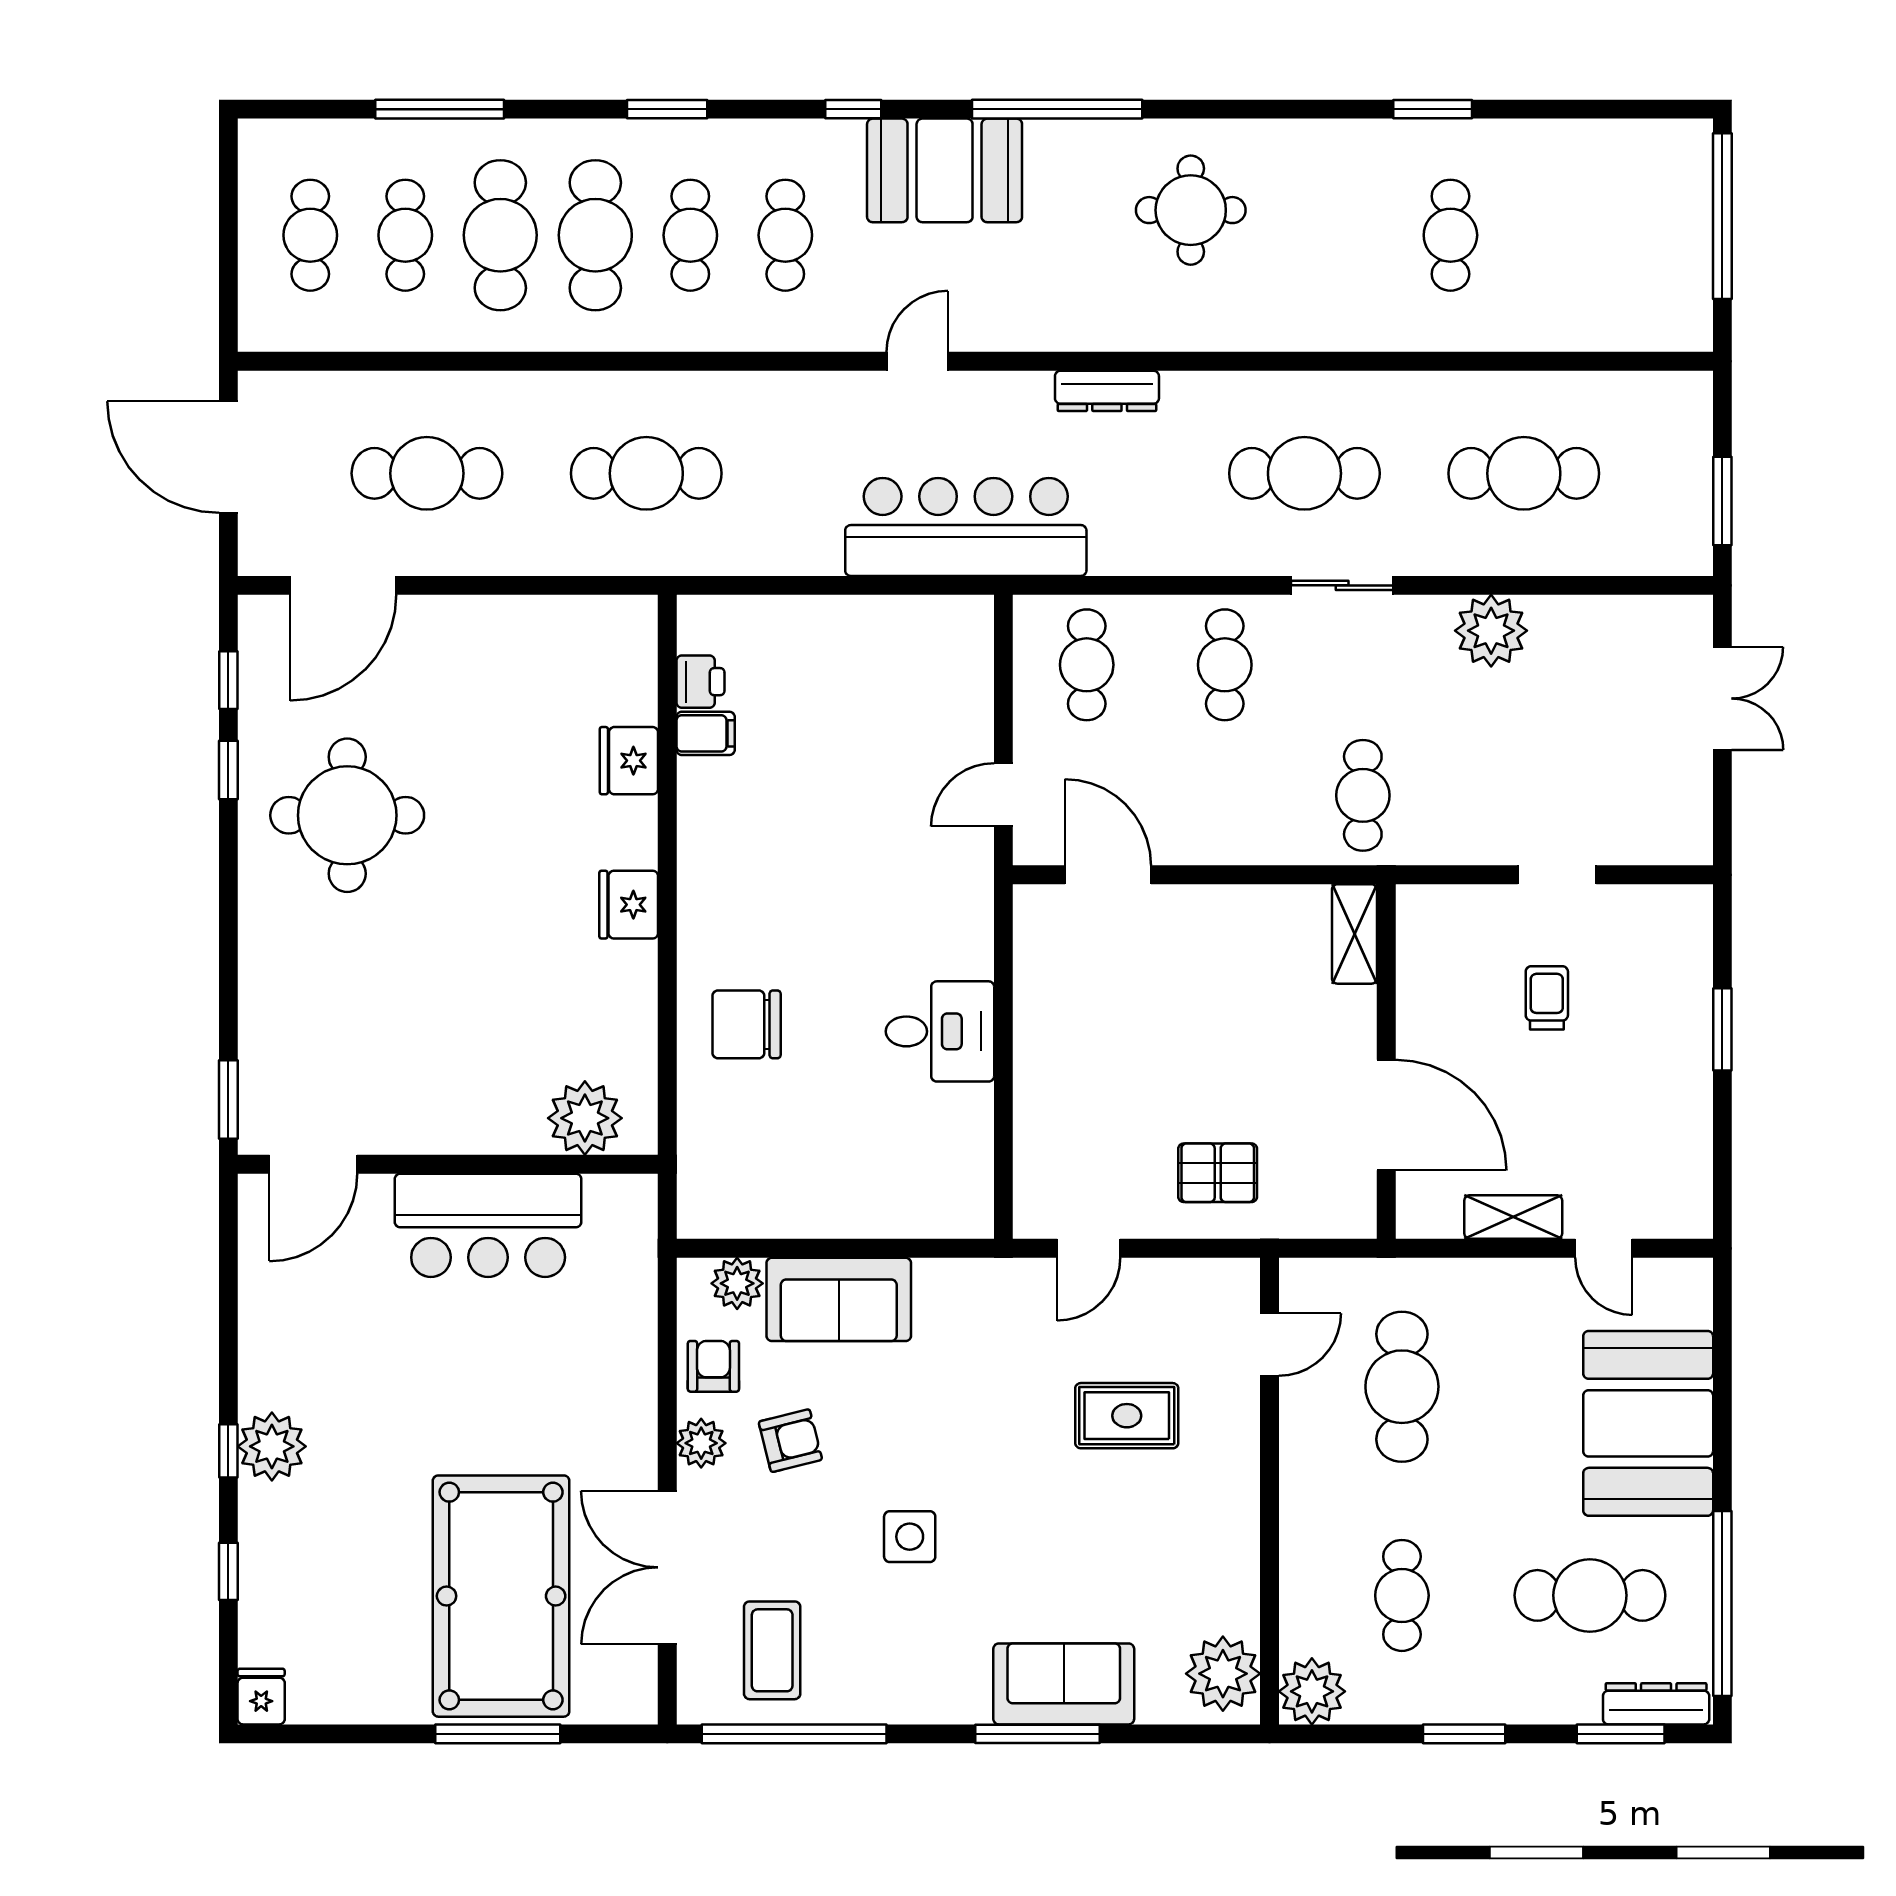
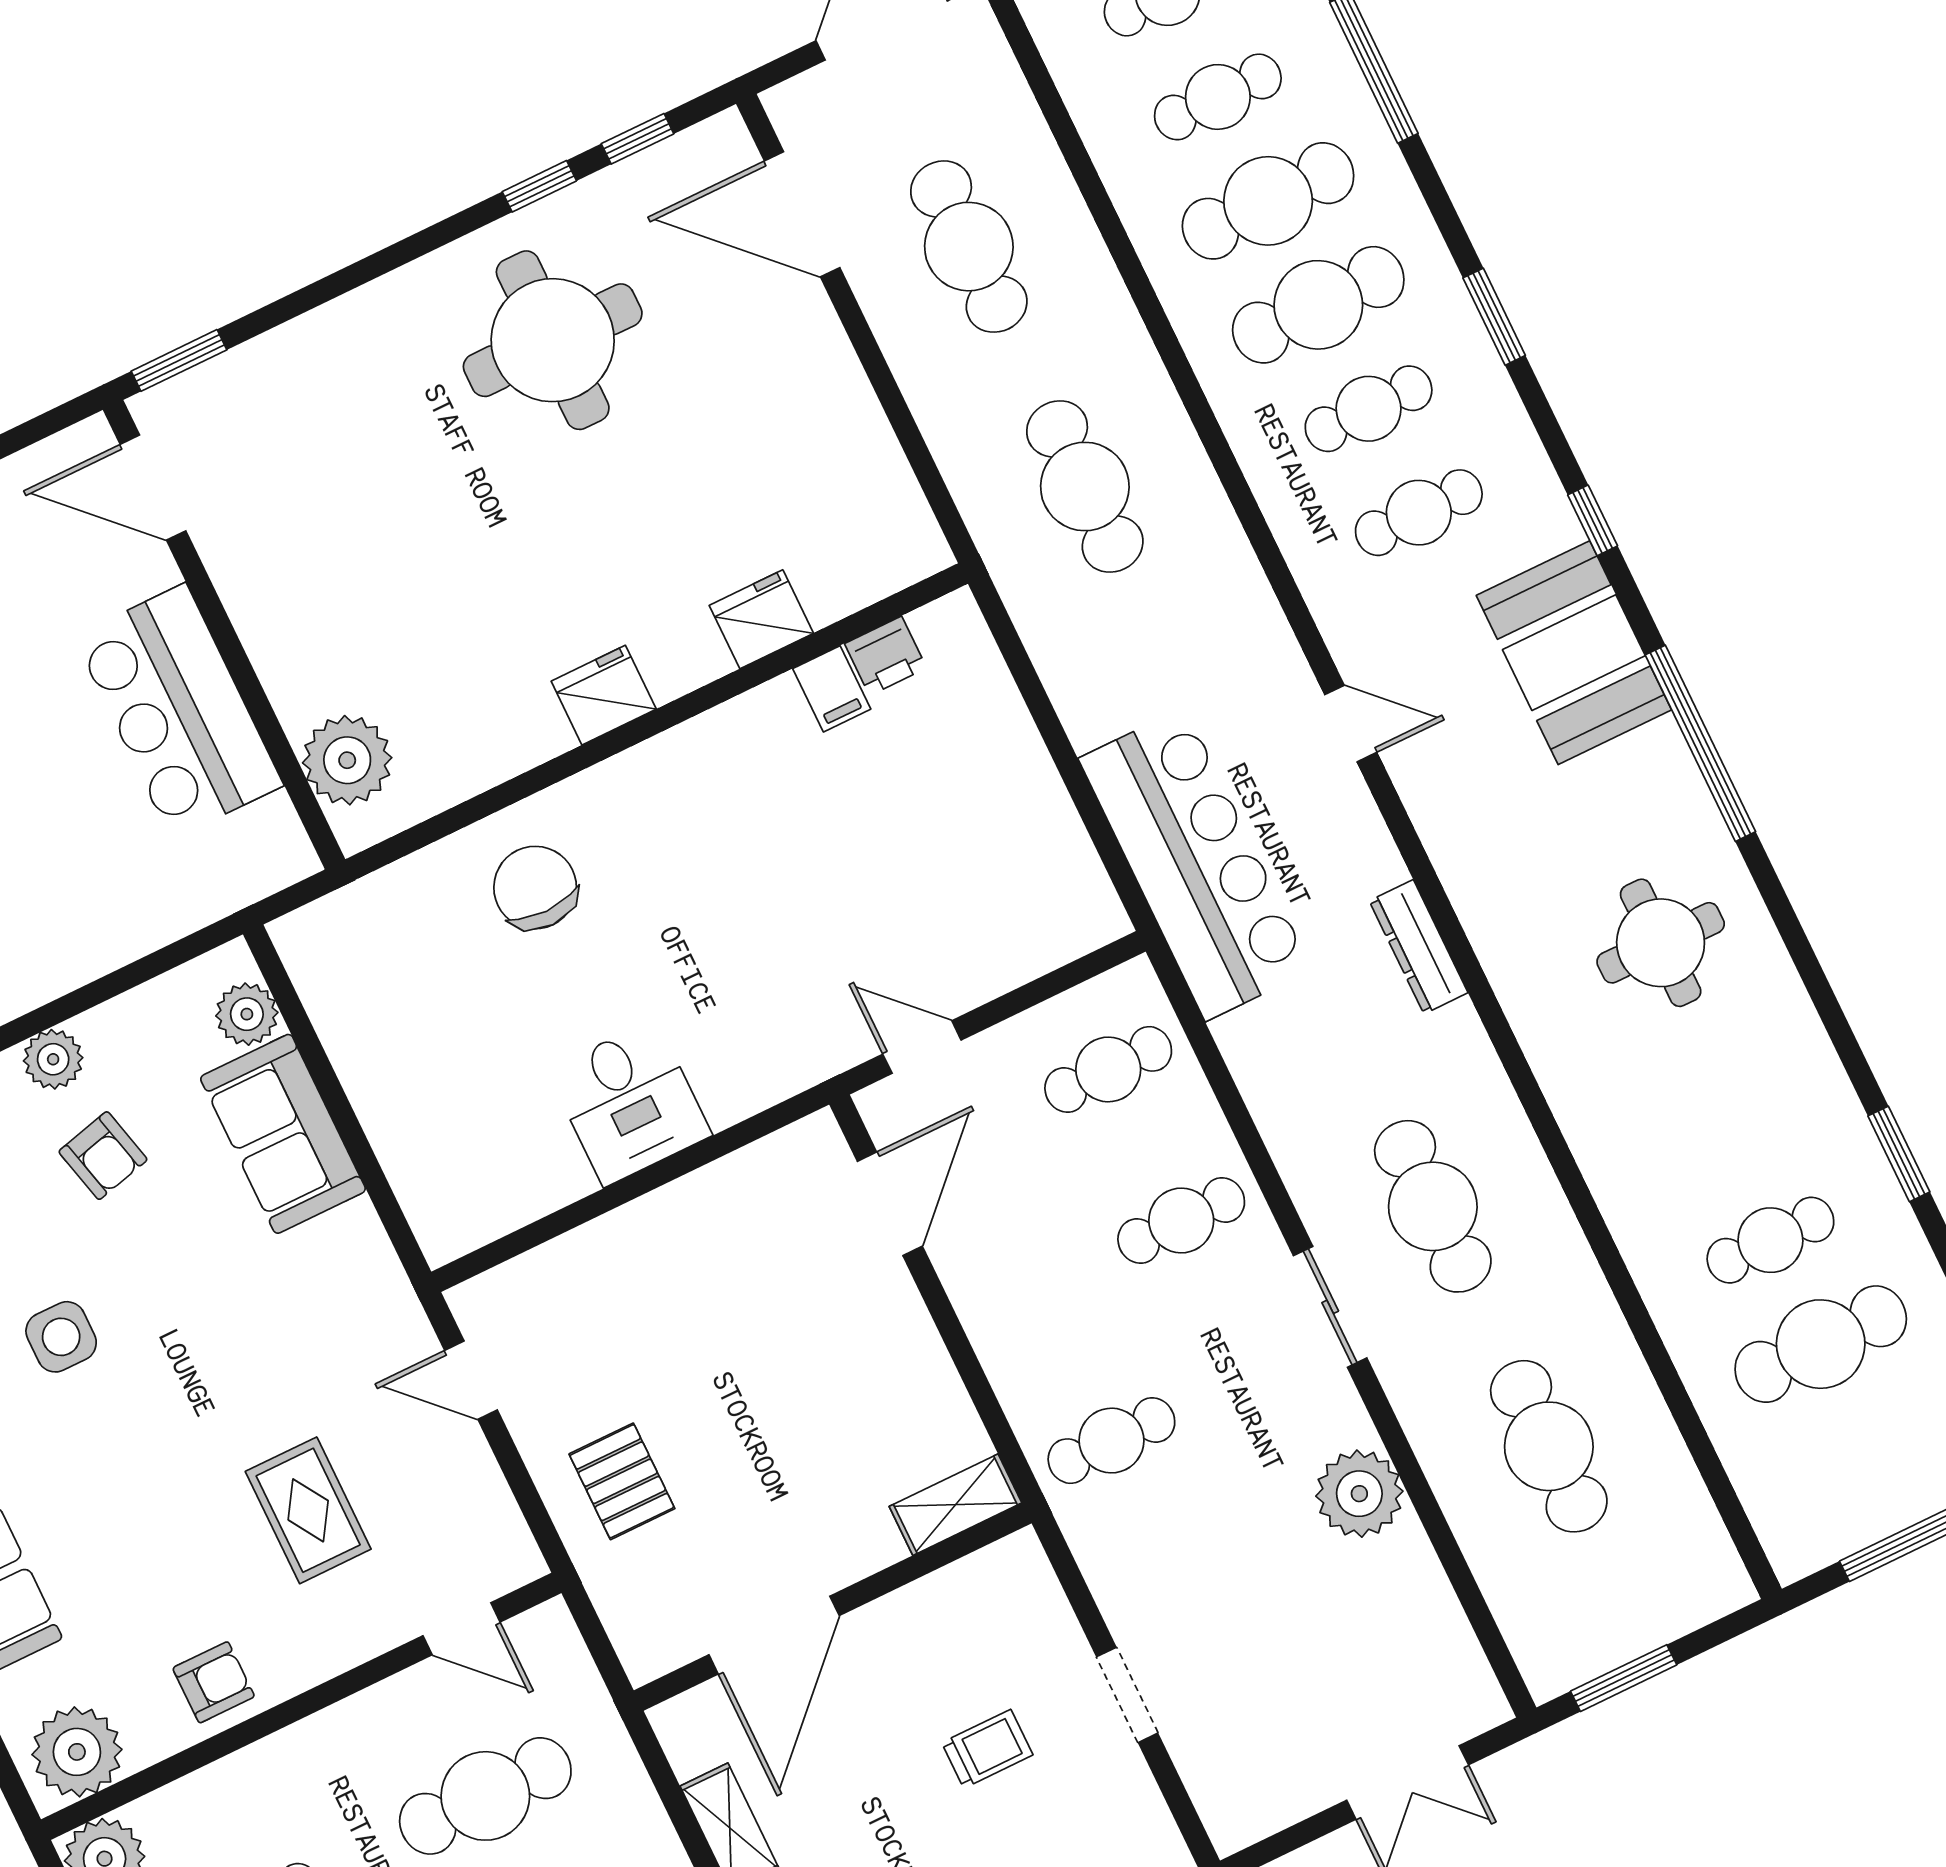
cafe table: (1545, 235) -> (1821, 1344), added
armchair: (713, 1366) -> (214, 1682), moved

